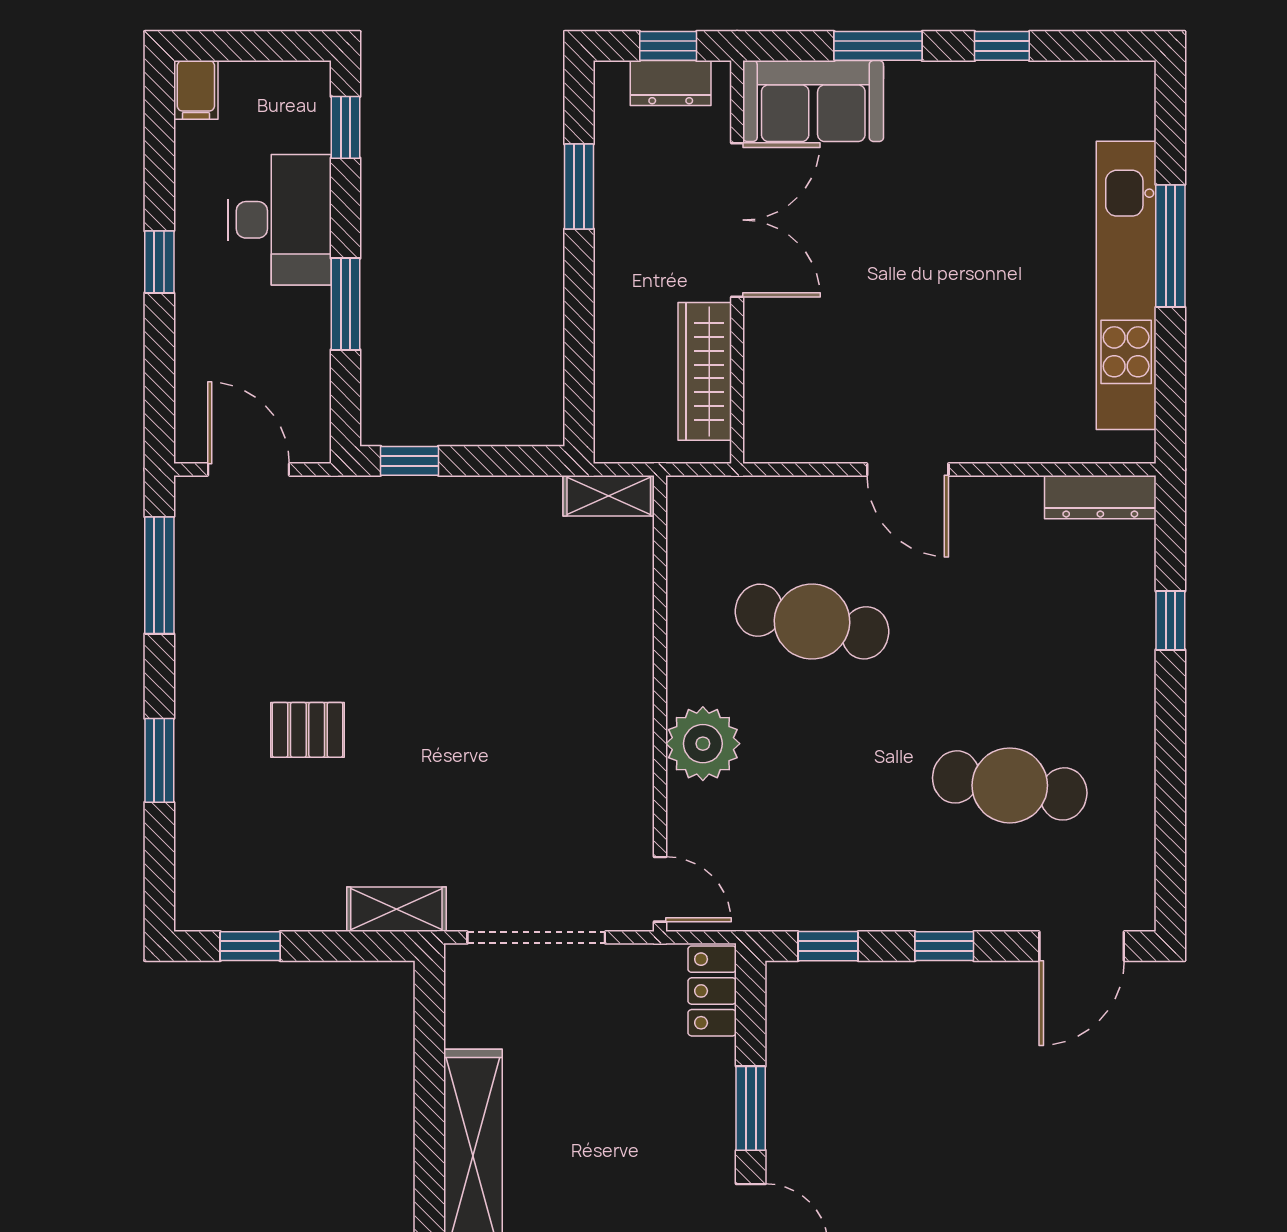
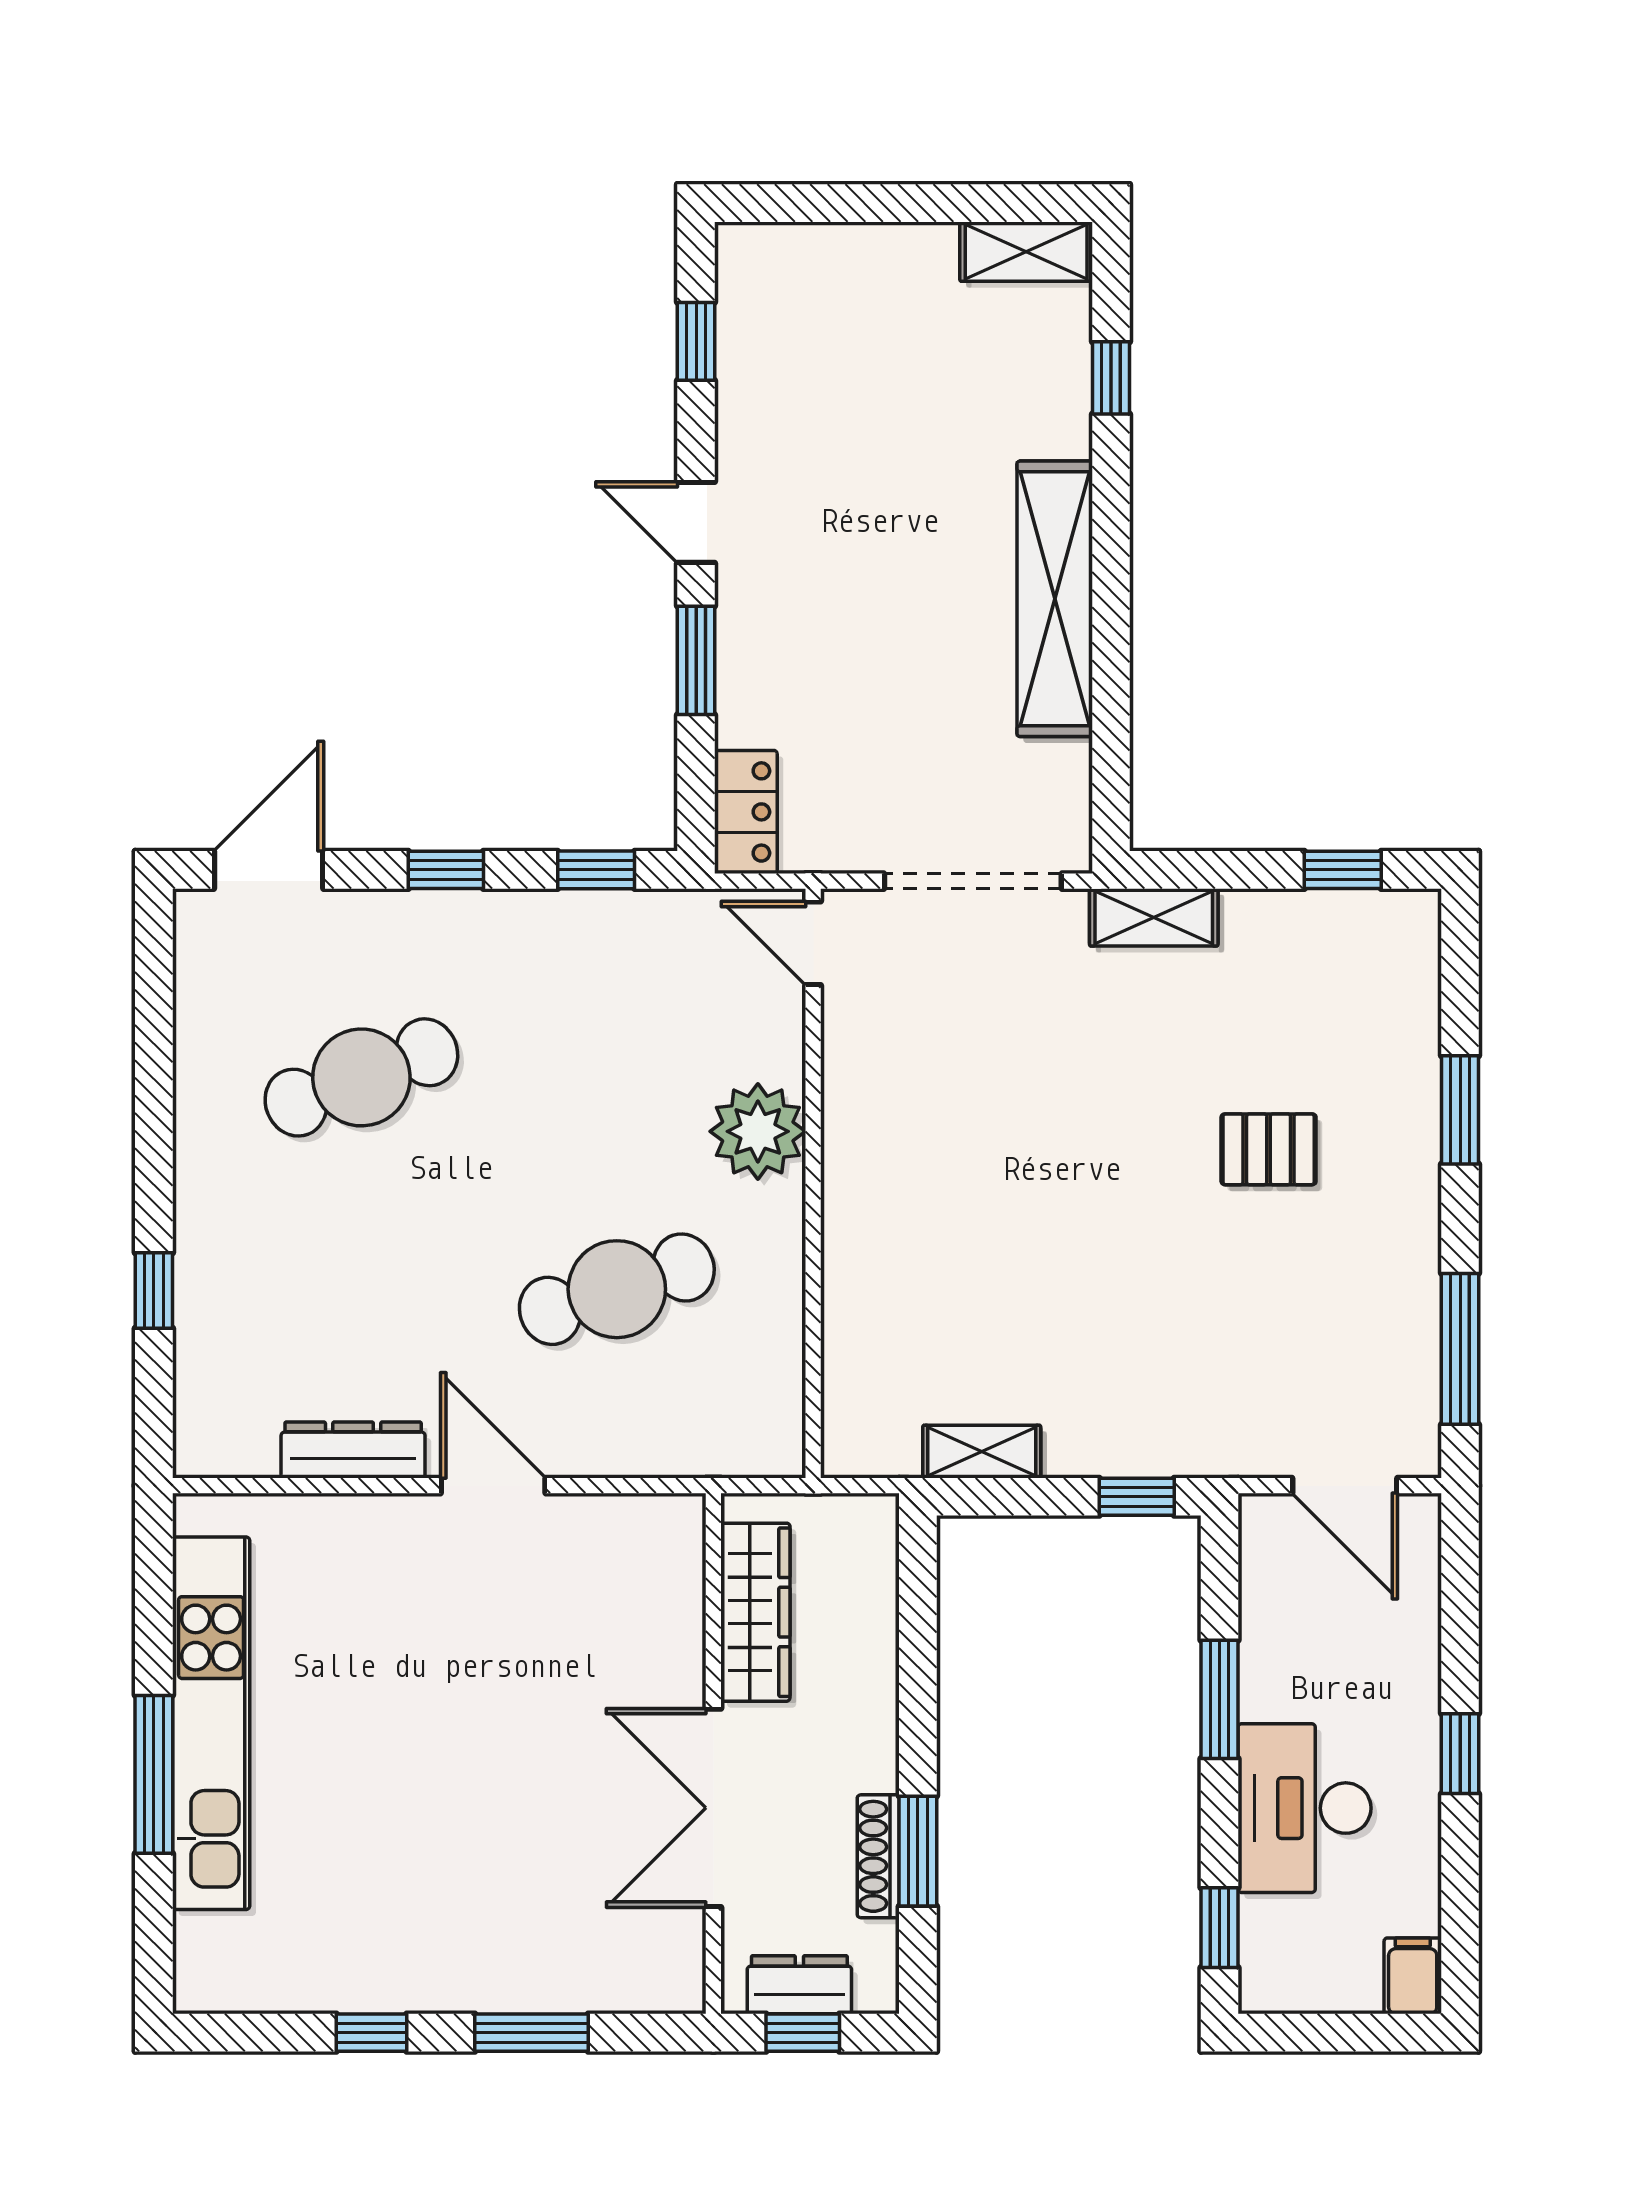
sofa: (813, 101) -> (615, 1962), removed
shoe rack: (610, 183) -> (878, 1856), added
shelving: (609, 496) -> (982, 1452), moved
dresser: (1100, 497) -> (353, 1450), moved
cafe table: (812, 622) -> (617, 1289), turned -30
cafe table: (1010, 785) -> (361, 1077), turned -30

